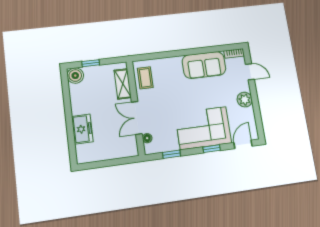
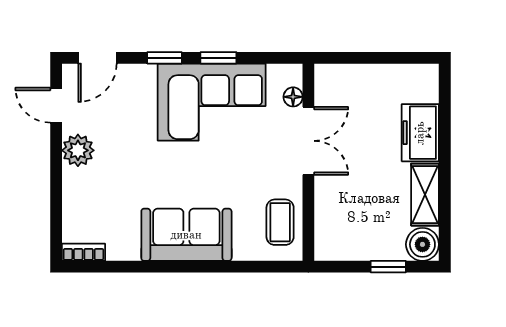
sofa: (204, 65) -> (186, 235), moved
door: (250, 72) -> (56, 105), moved
shelving: (123, 84) -> (425, 195), moved
corner sofa: (203, 128) -> (212, 102), moved
window: (172, 154) -> (218, 58), moved

